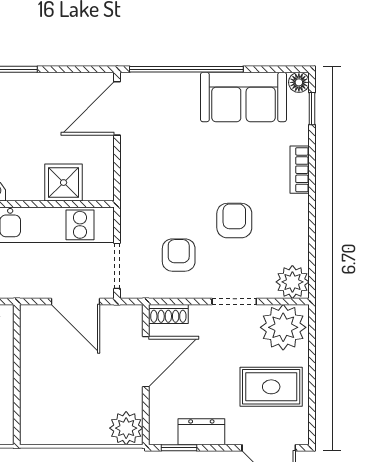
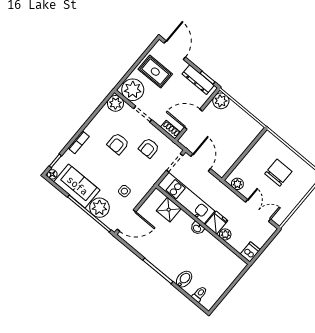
plant: (178, 93) -> (99, 208), added
side table: (160, 153) -> (124, 191), added
dresser: (201, 432) -> (198, 80), width x1.44

